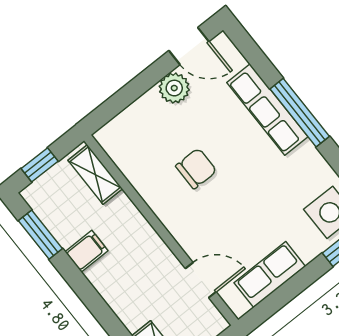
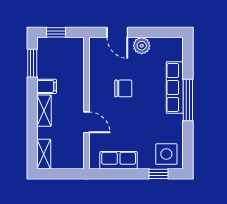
door: (189, 46) -> (117, 32), moved
shelving: (95, 175) -> (44, 111), moved
door: (201, 280) -> (86, 122), moved

